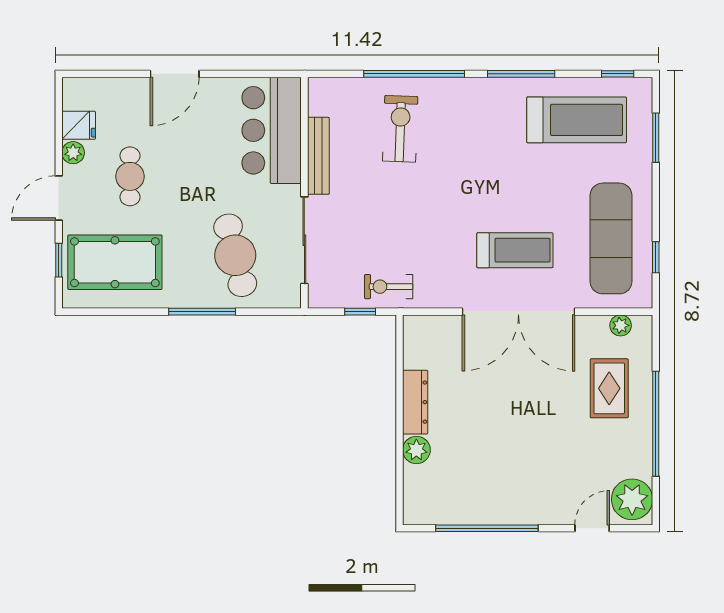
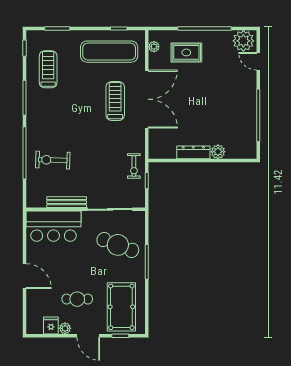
treadmill: (577, 120) -> (48, 69), width x0.73, depth x0.73
cafe table: (235, 255) -> (118, 245), turned 35

